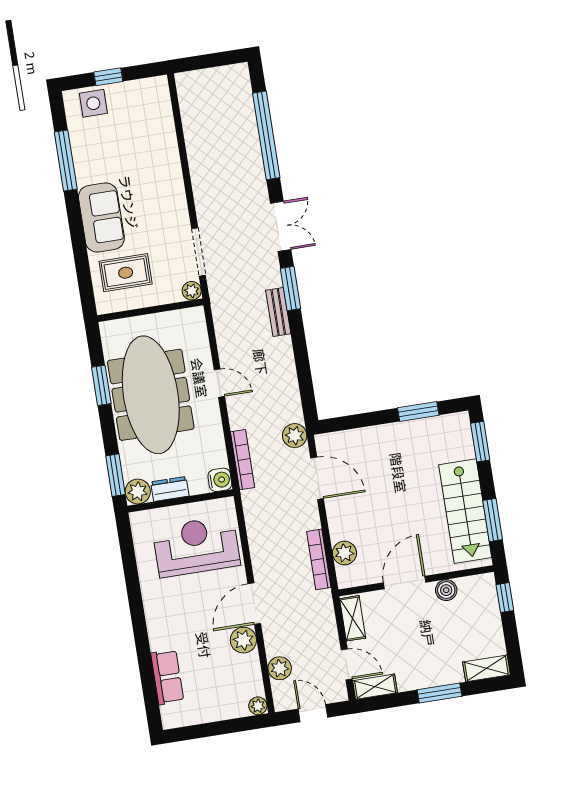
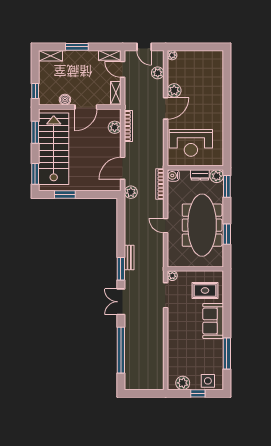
plant: (140, 92) -> (183, 383), added
door: (317, 478) -> (123, 168), hinge flipped
stairs: (465, 511) -> (54, 149), width x1.36, depth x1.51
row of seats: (167, 677) -> (217, 78), removed

